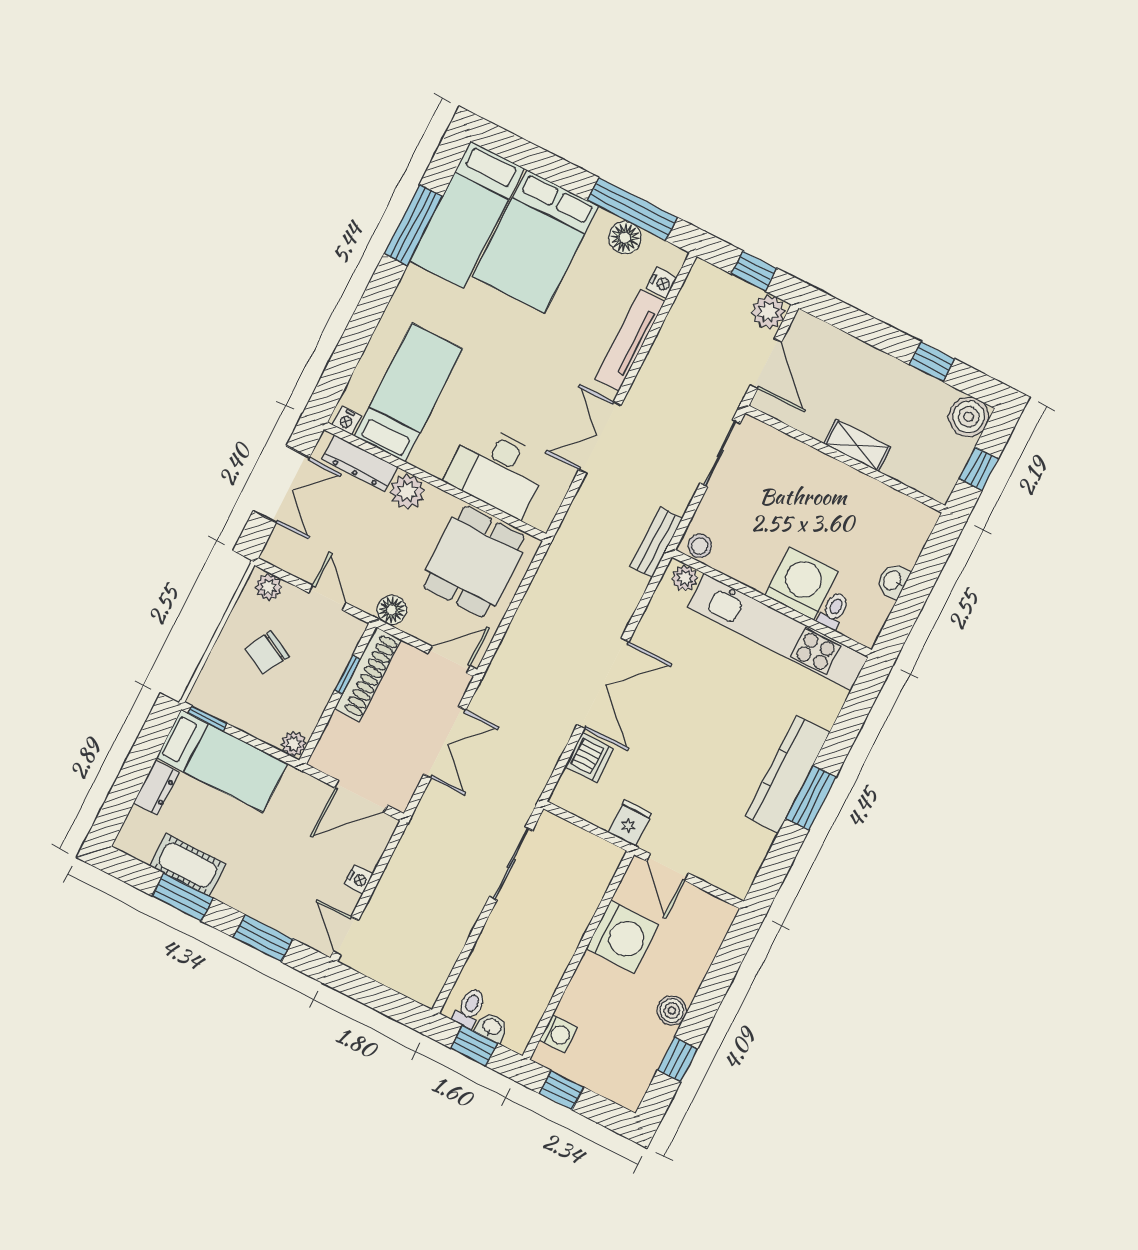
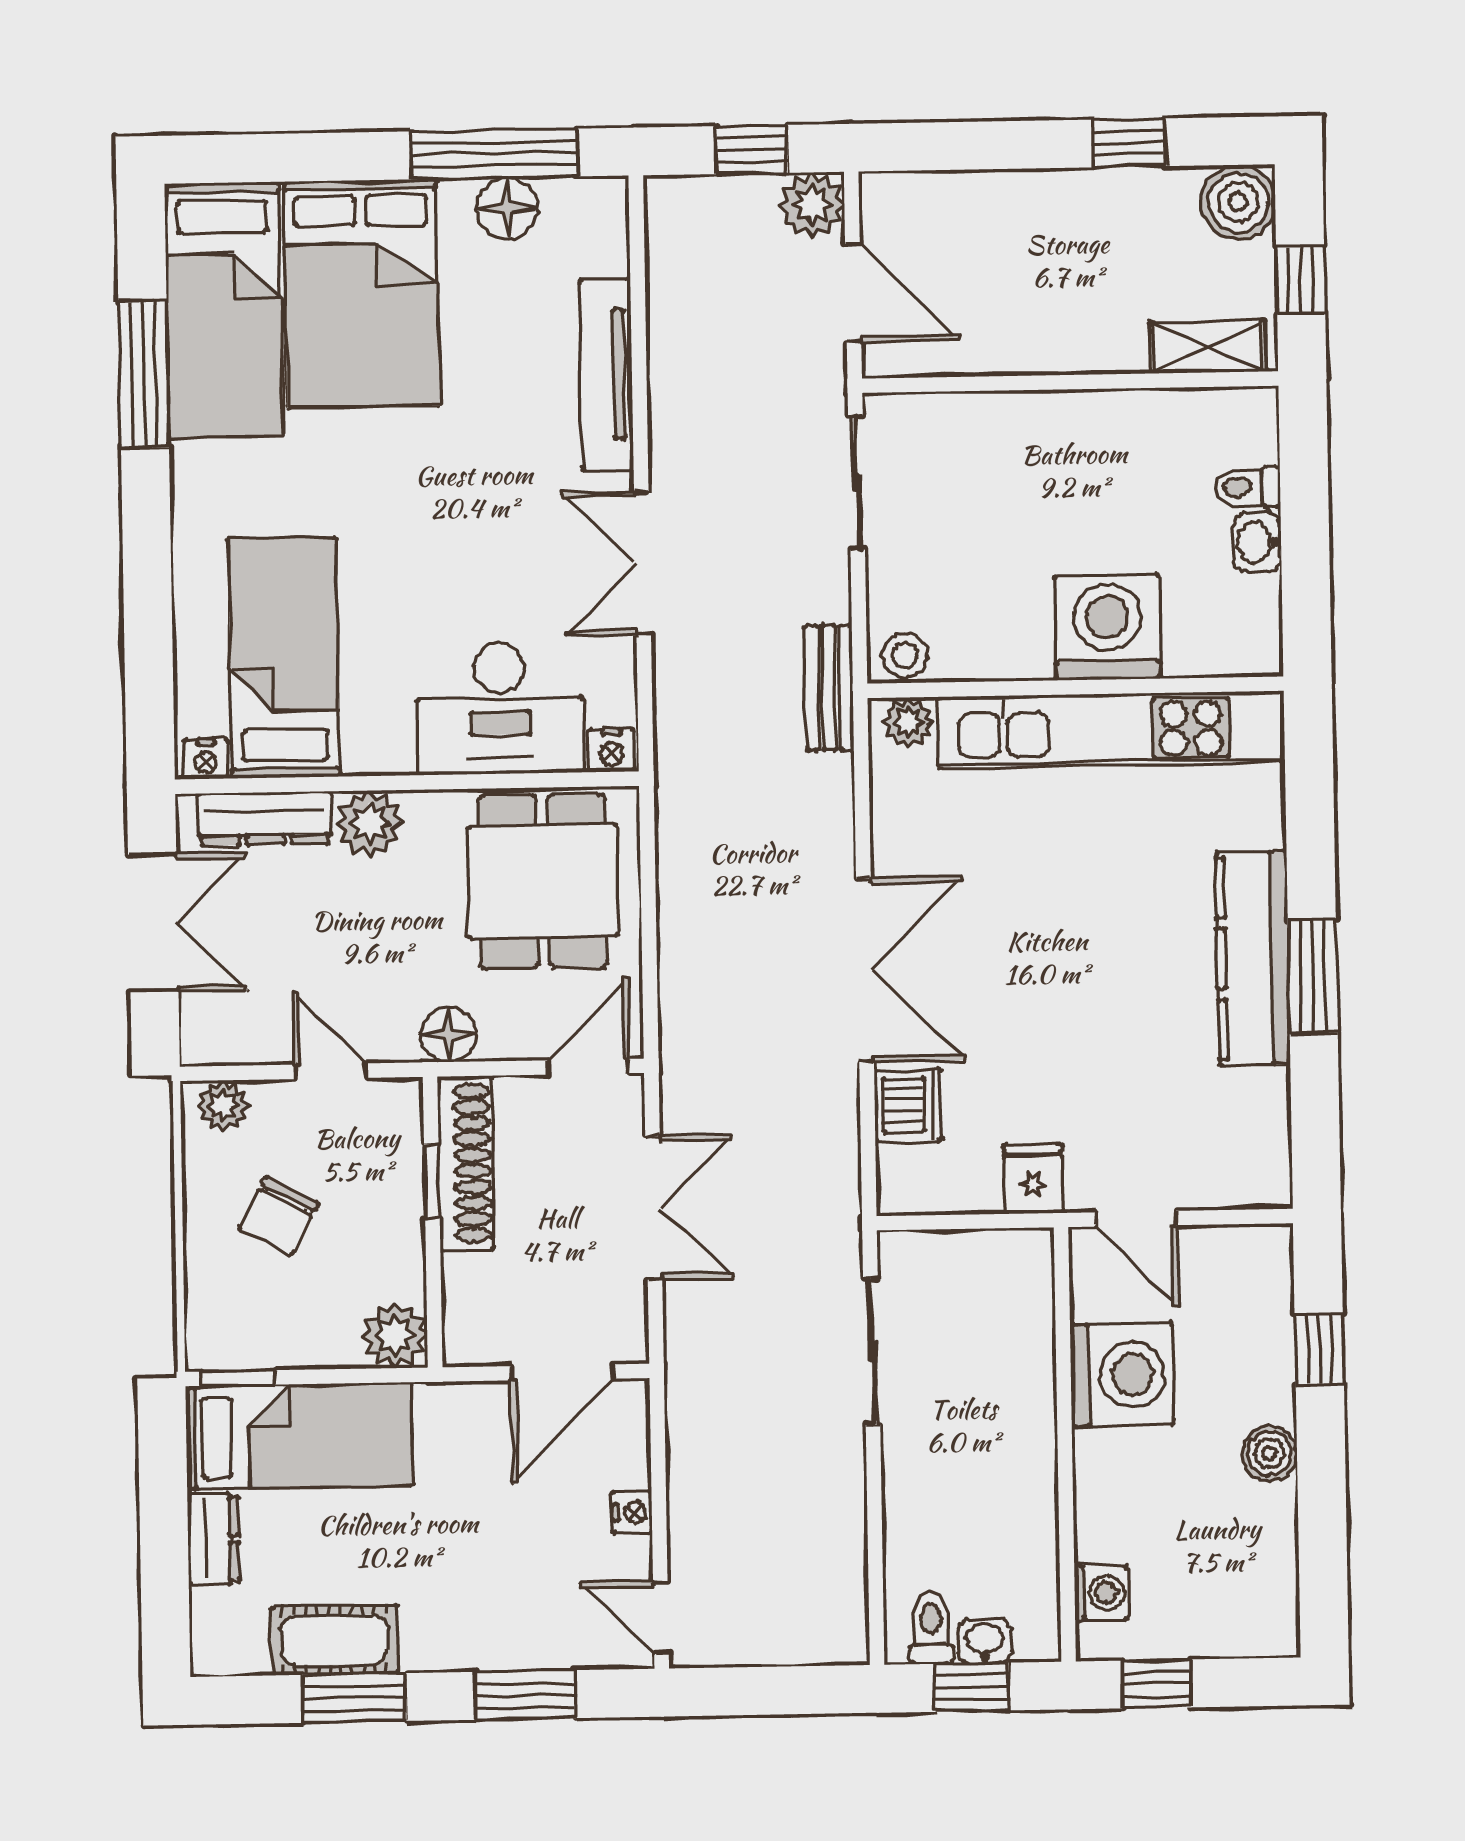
nightstand: (662, 283) -> (611, 750), moved, turned 90
shelving: (857, 446) -> (1208, 346), moved
toilet: (834, 611) -> (1247, 487), moved, turned -90
plant: (294, 744) -> (395, 1335), width x1.38, depth x1.38
window: (678, 1059) -> (1319, 1349), moved

